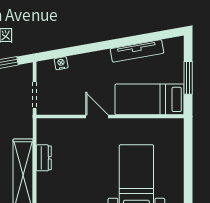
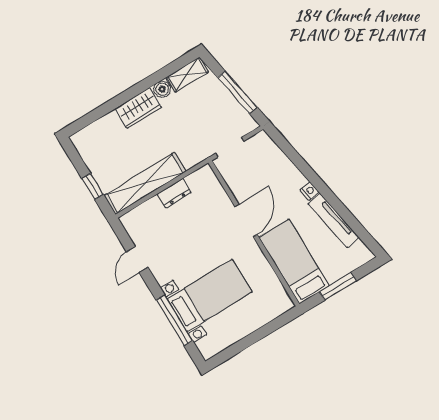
nightstand: (61, 63) -> (309, 191), moved
door: (97, 117) -> (246, 221), width x1.37

